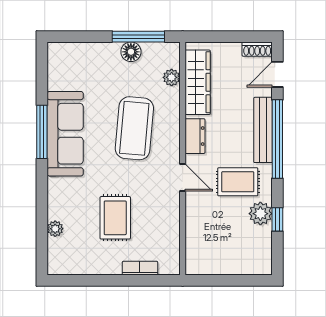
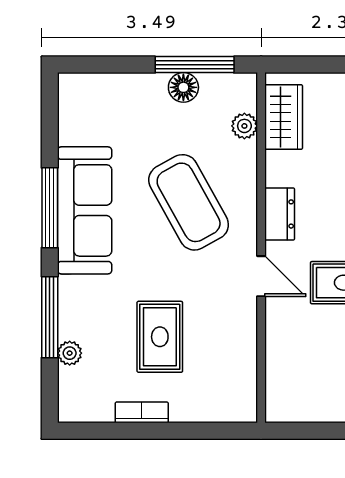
wardrobe: (198, 82) -> (284, 117), width x0.67
coffee table: (134, 128) -> (189, 202), turned -34
window: (42, 205) -> (50, 317), added
bookcase: (140, 268) -> (142, 412), moved

